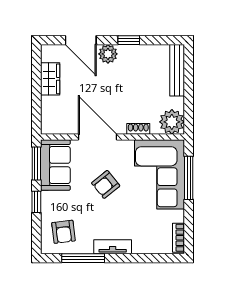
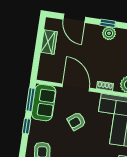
plant: (108, 54) -> (109, 33), moved

